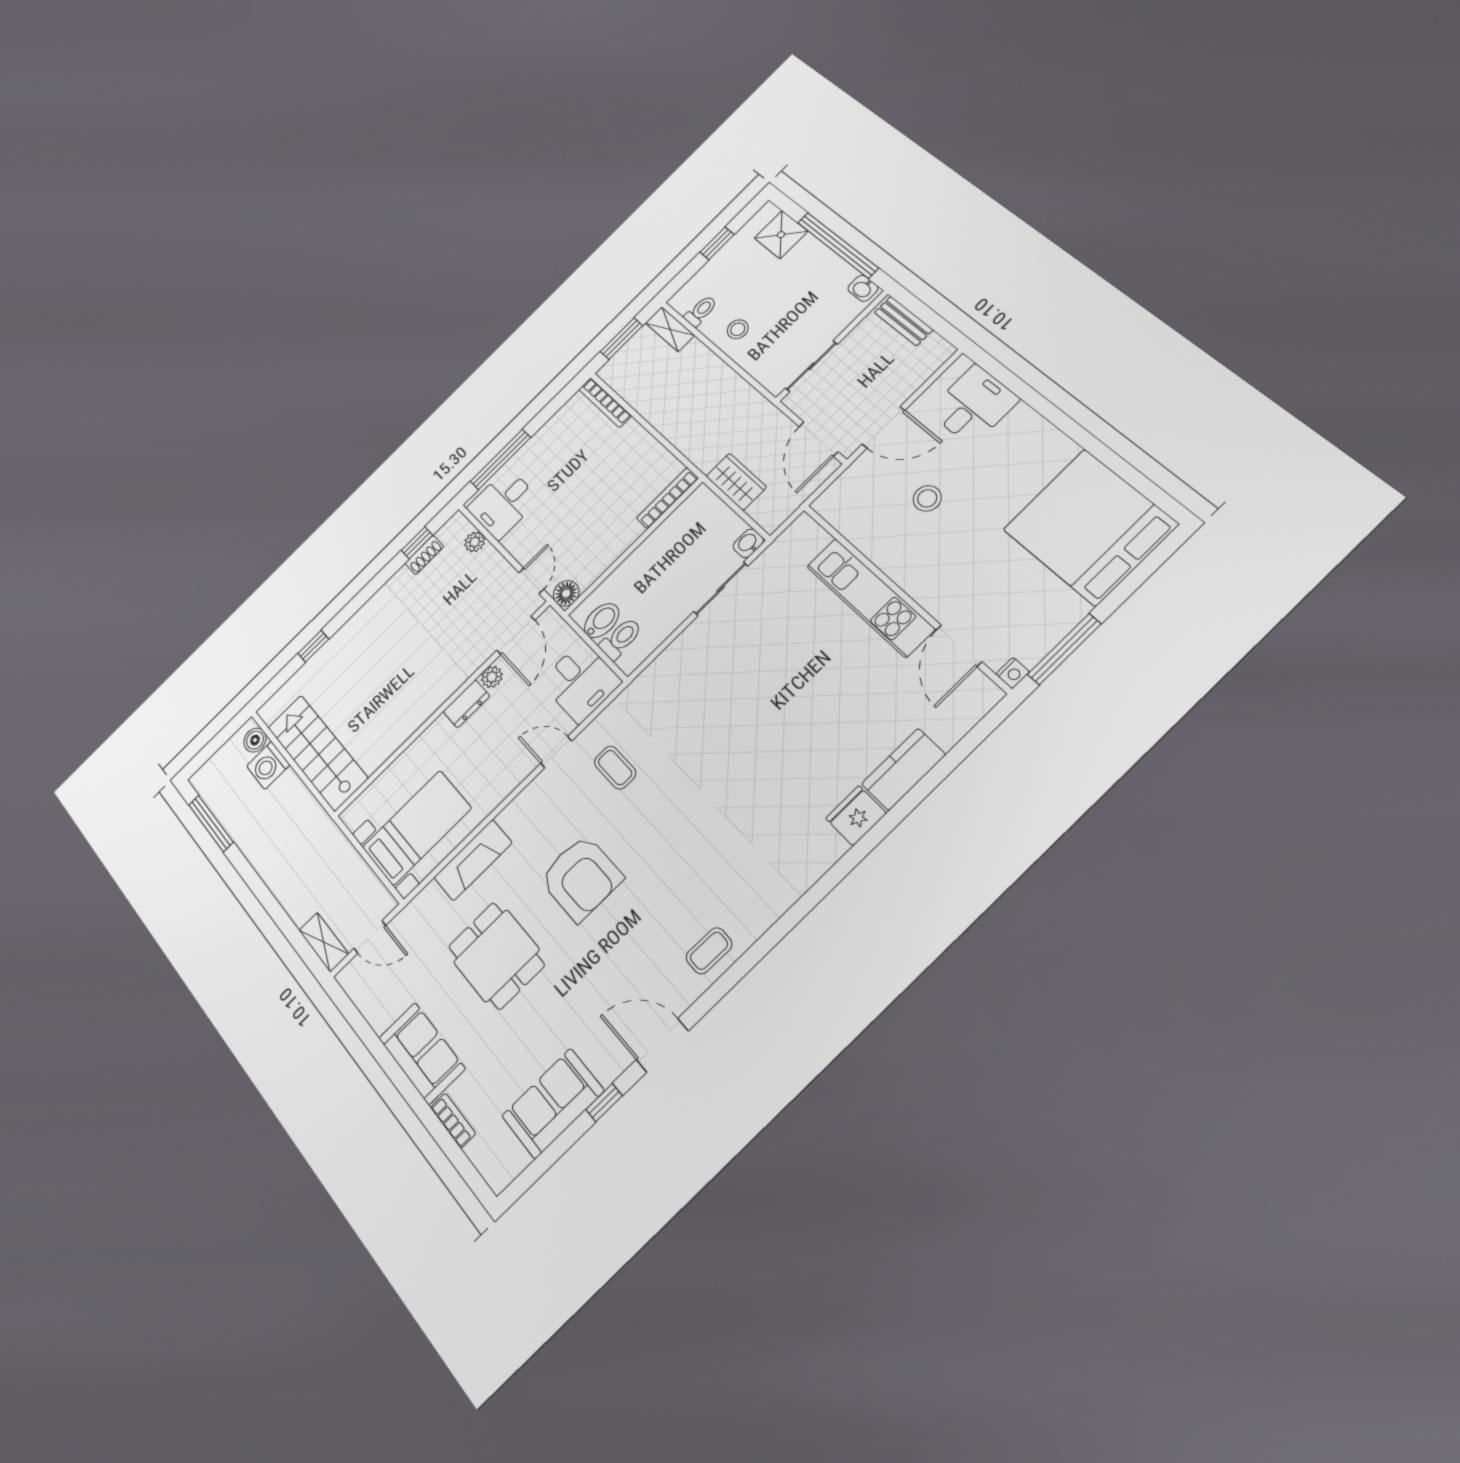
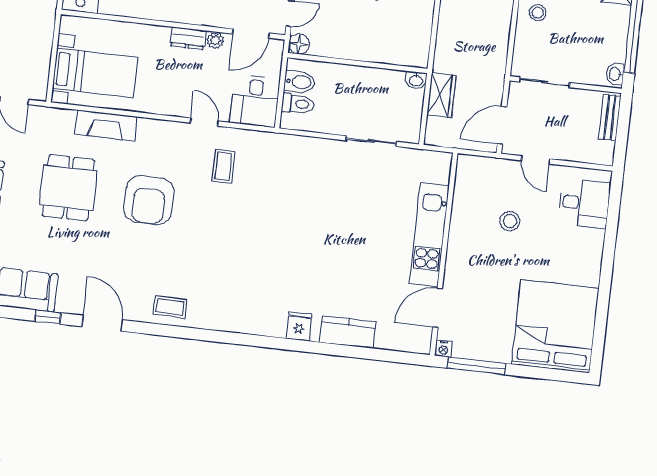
door: (884, 427) -> (535, 160), width x0.73
bookcase: (667, 498) -> (402, 59), removed
washbasin: (748, 543) -> (416, 80), moved, turned 180
fridge: (856, 816) -> (299, 326), width x0.72

